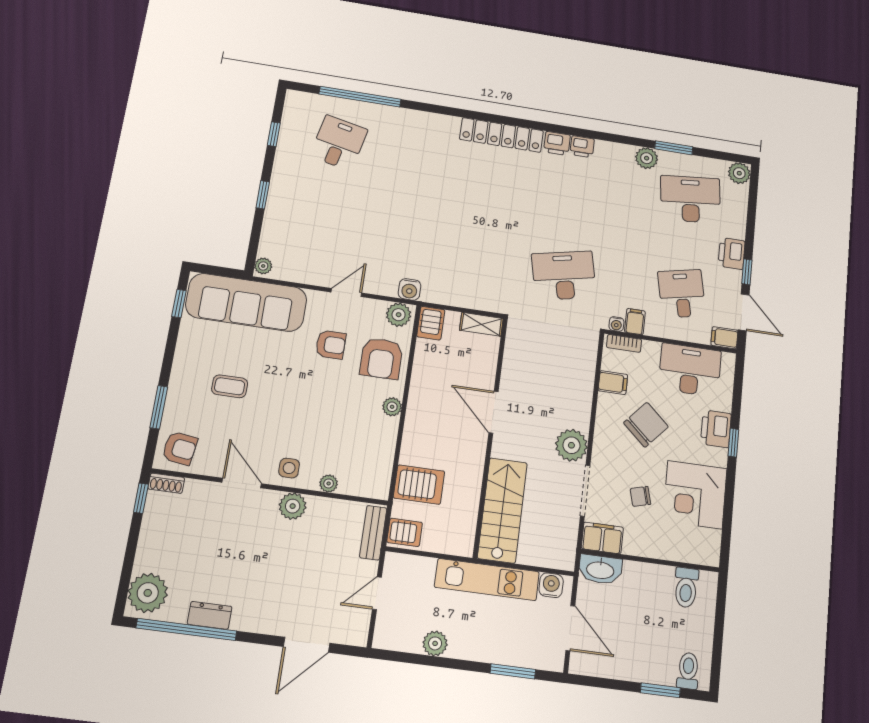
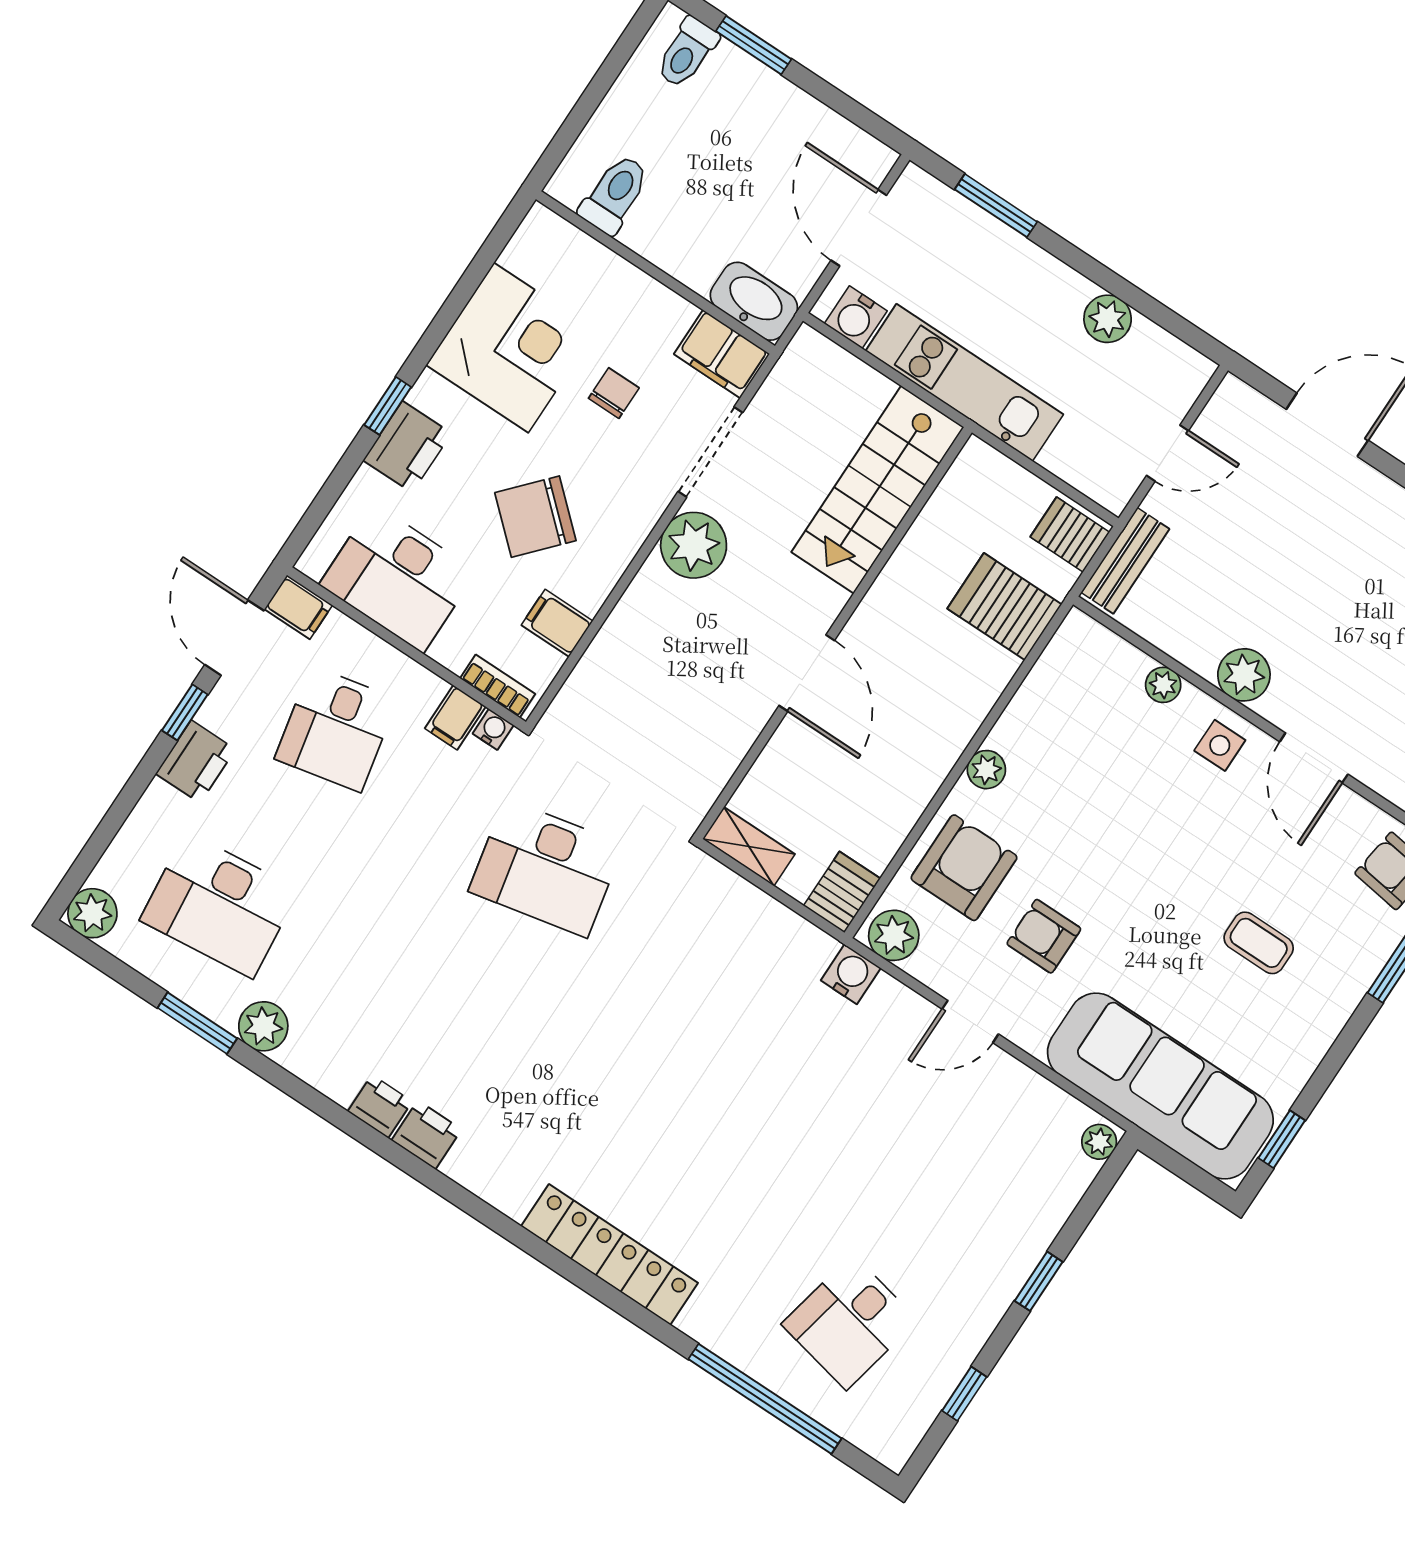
locker: (502, 135) -> (609, 1255), moved
chair: (640, 496) -> (614, 393), turned -75

